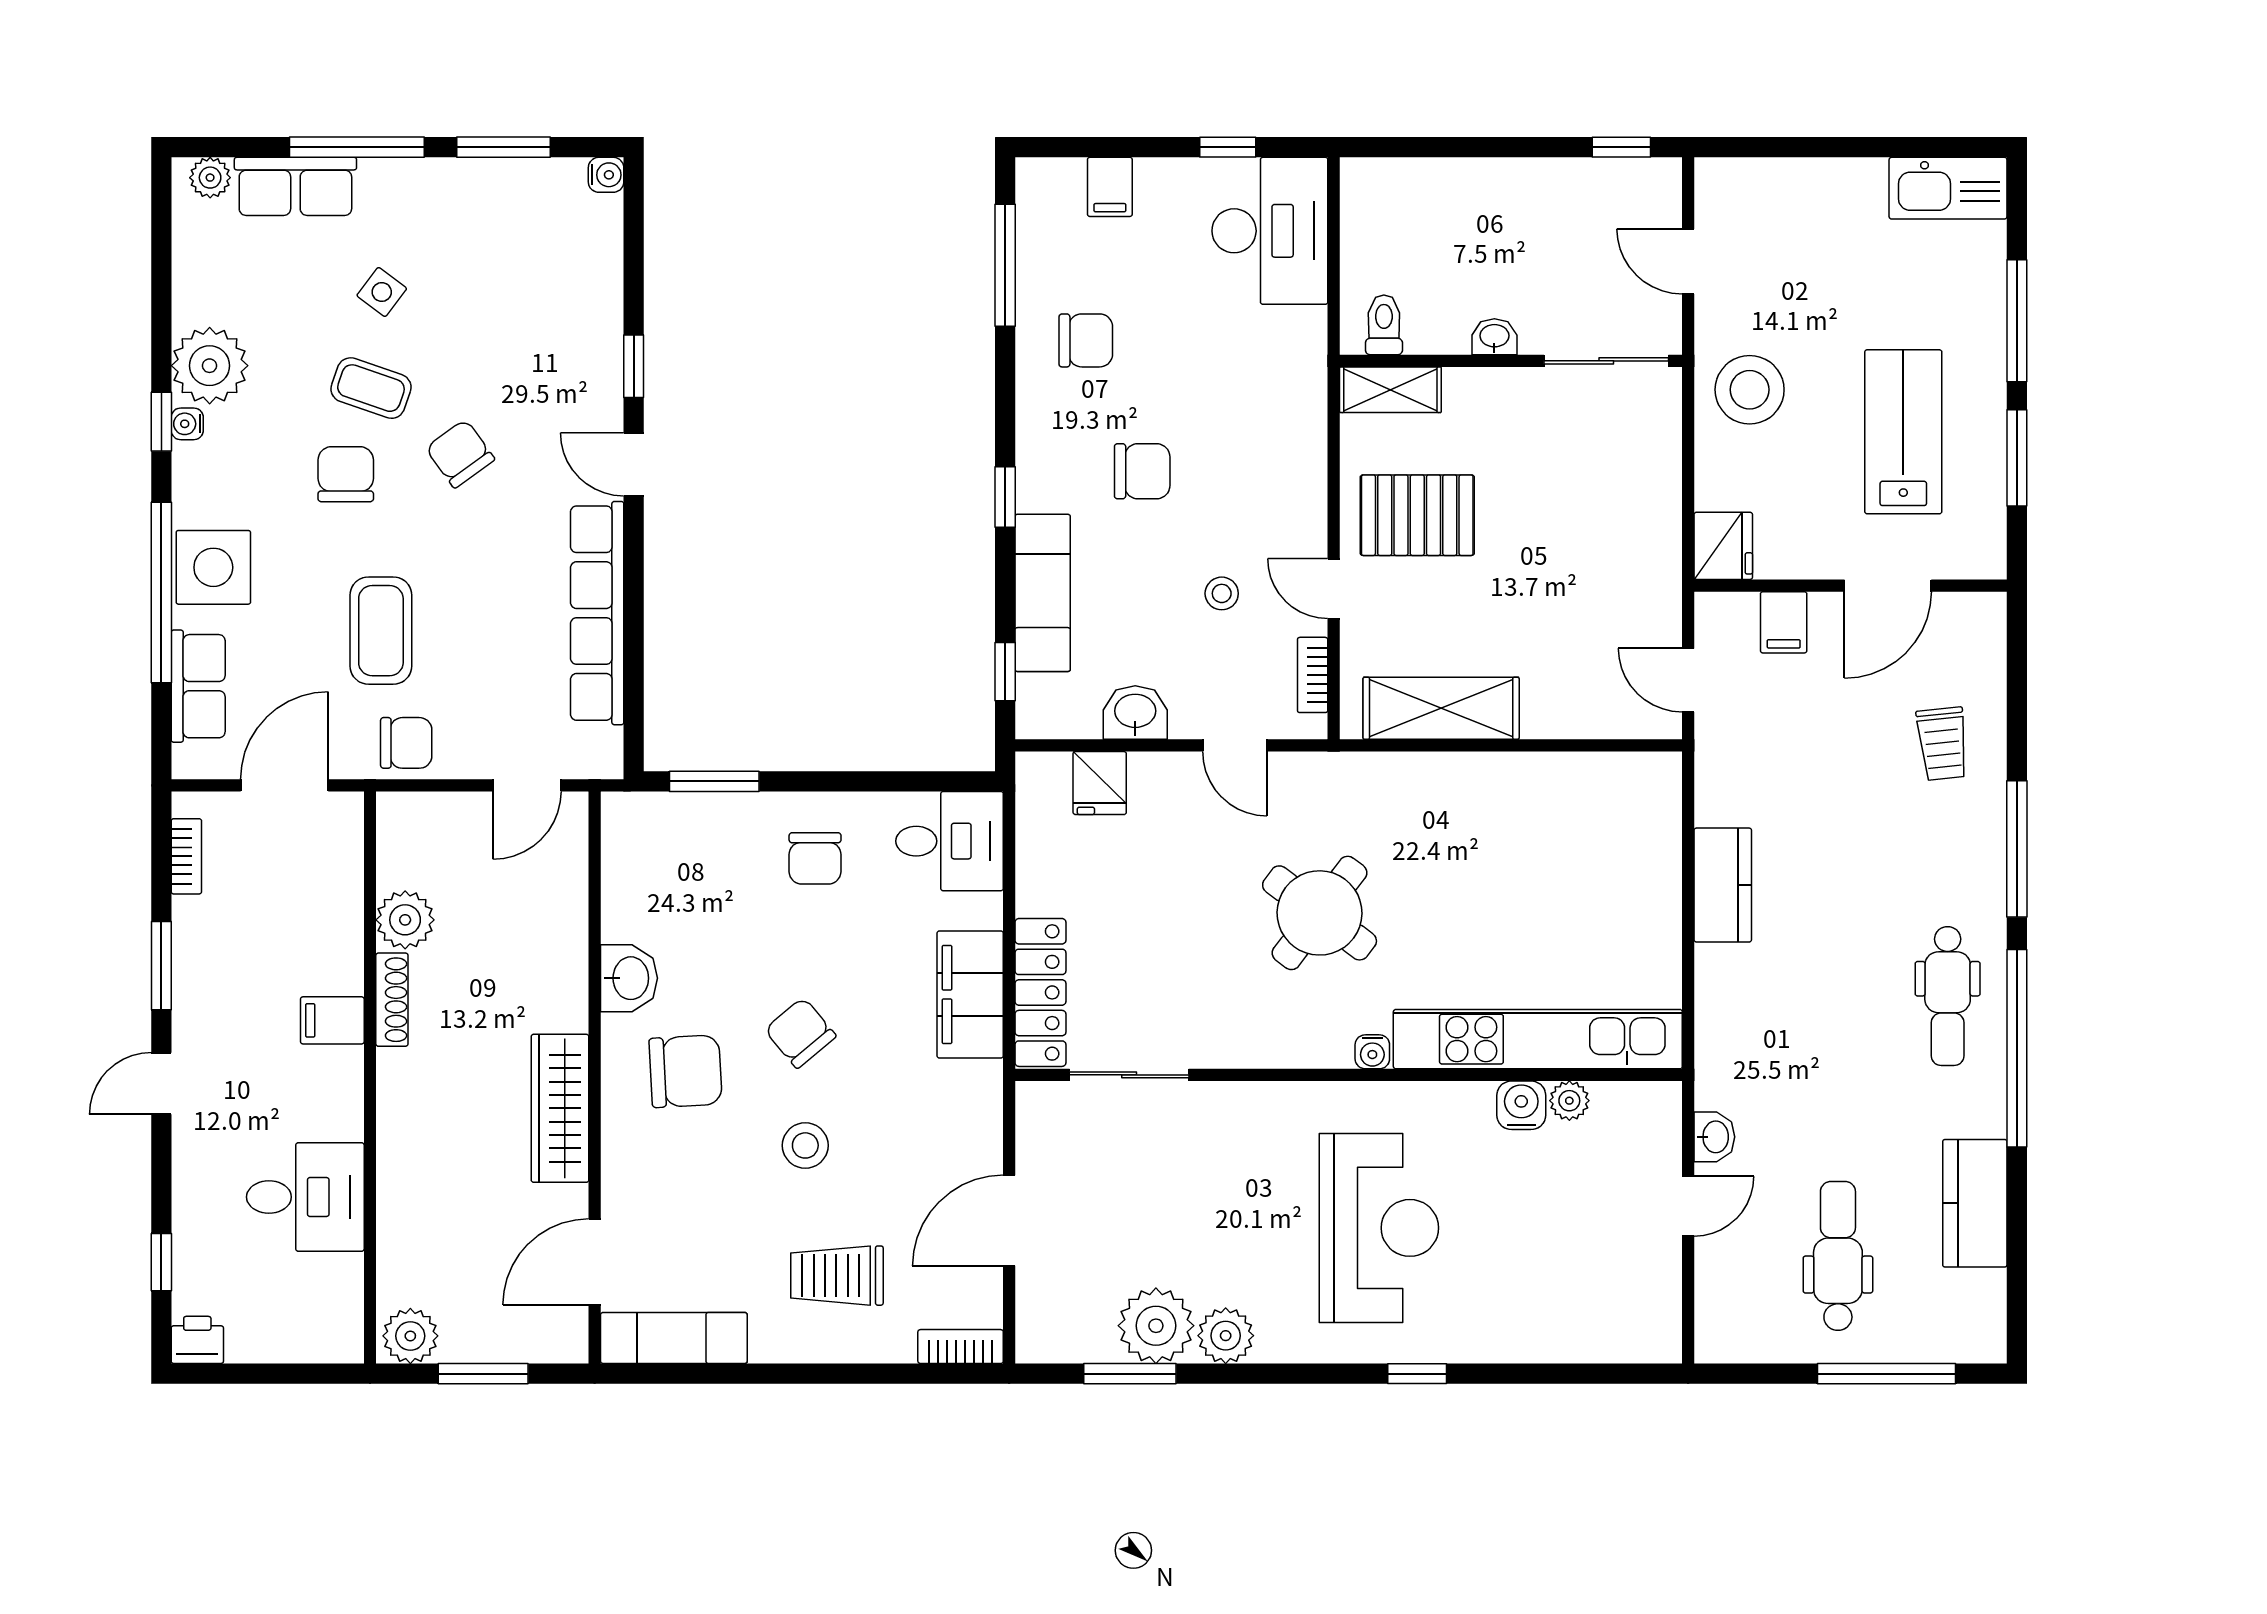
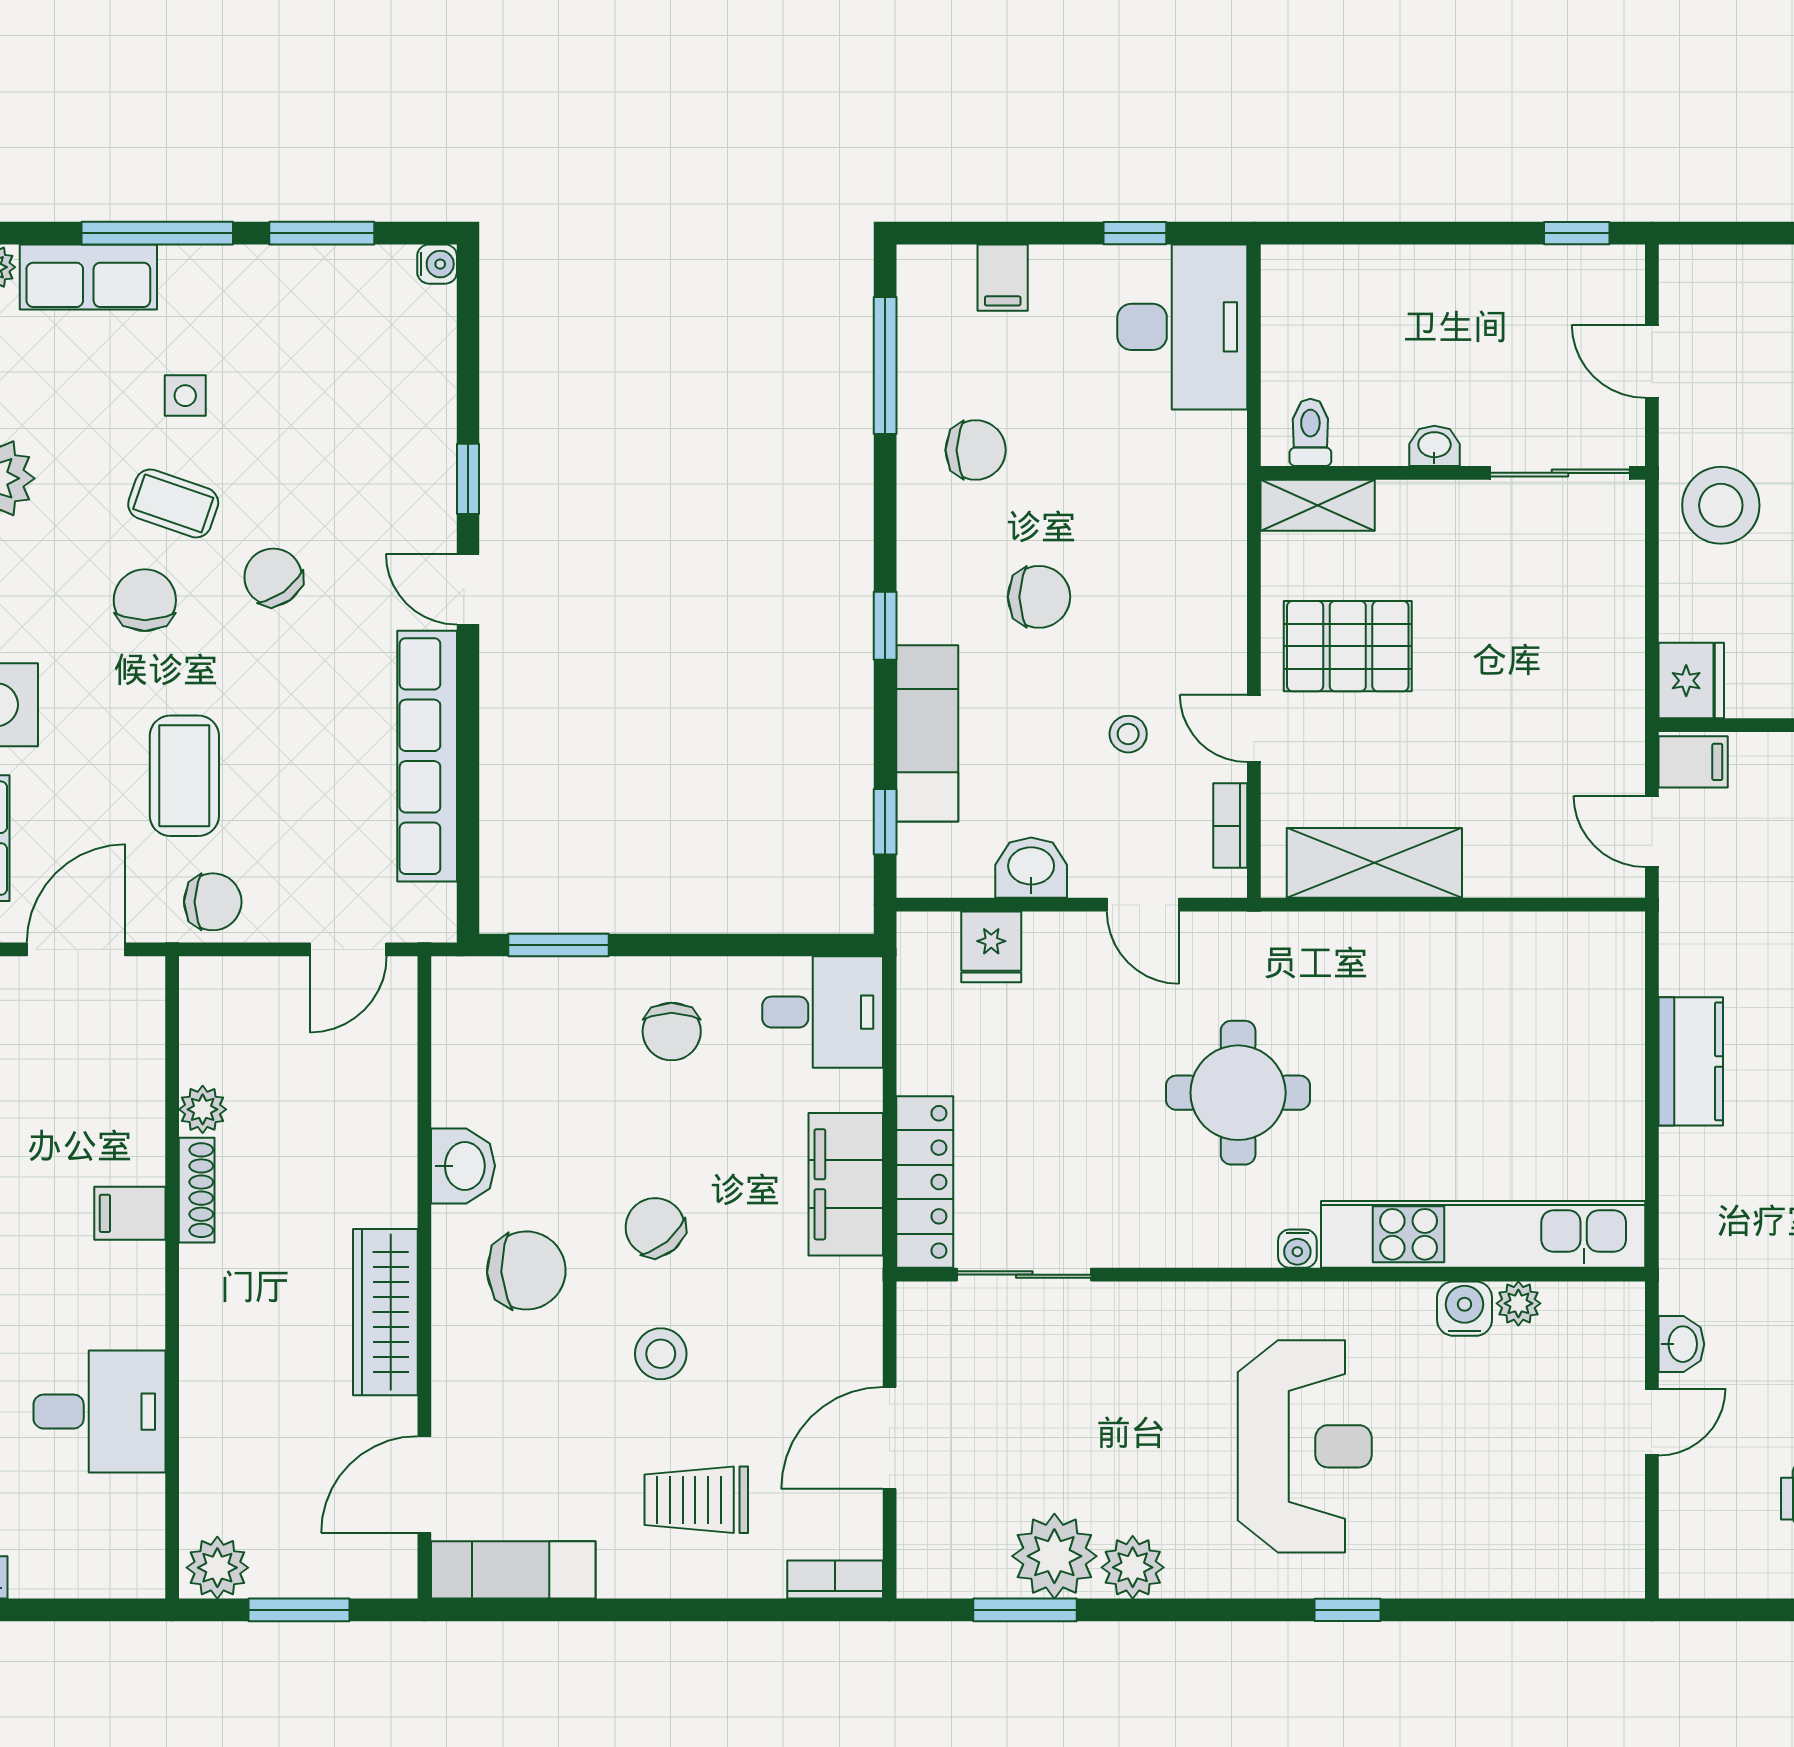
side table: (382, 292) -> (185, 396), turned -37
filing cabinet: (1784, 622) -> (1693, 762), moved, turned -90
round table: (1320, 913) -> (1238, 1093), turned -37
plant: (405, 920) -> (203, 1109), width x0.73, depth x0.73

